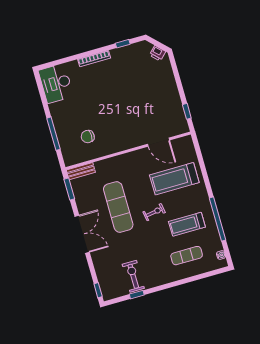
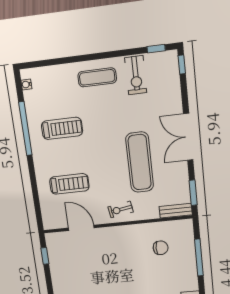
treadmill: (174, 179) -> (69, 184), width x0.73, depth x0.73
exercise bike: (154, 212) -> (121, 210), moved
exercise mat: (187, 256) -> (97, 77), moved
window: (137, 295) -> (156, 49), moved

